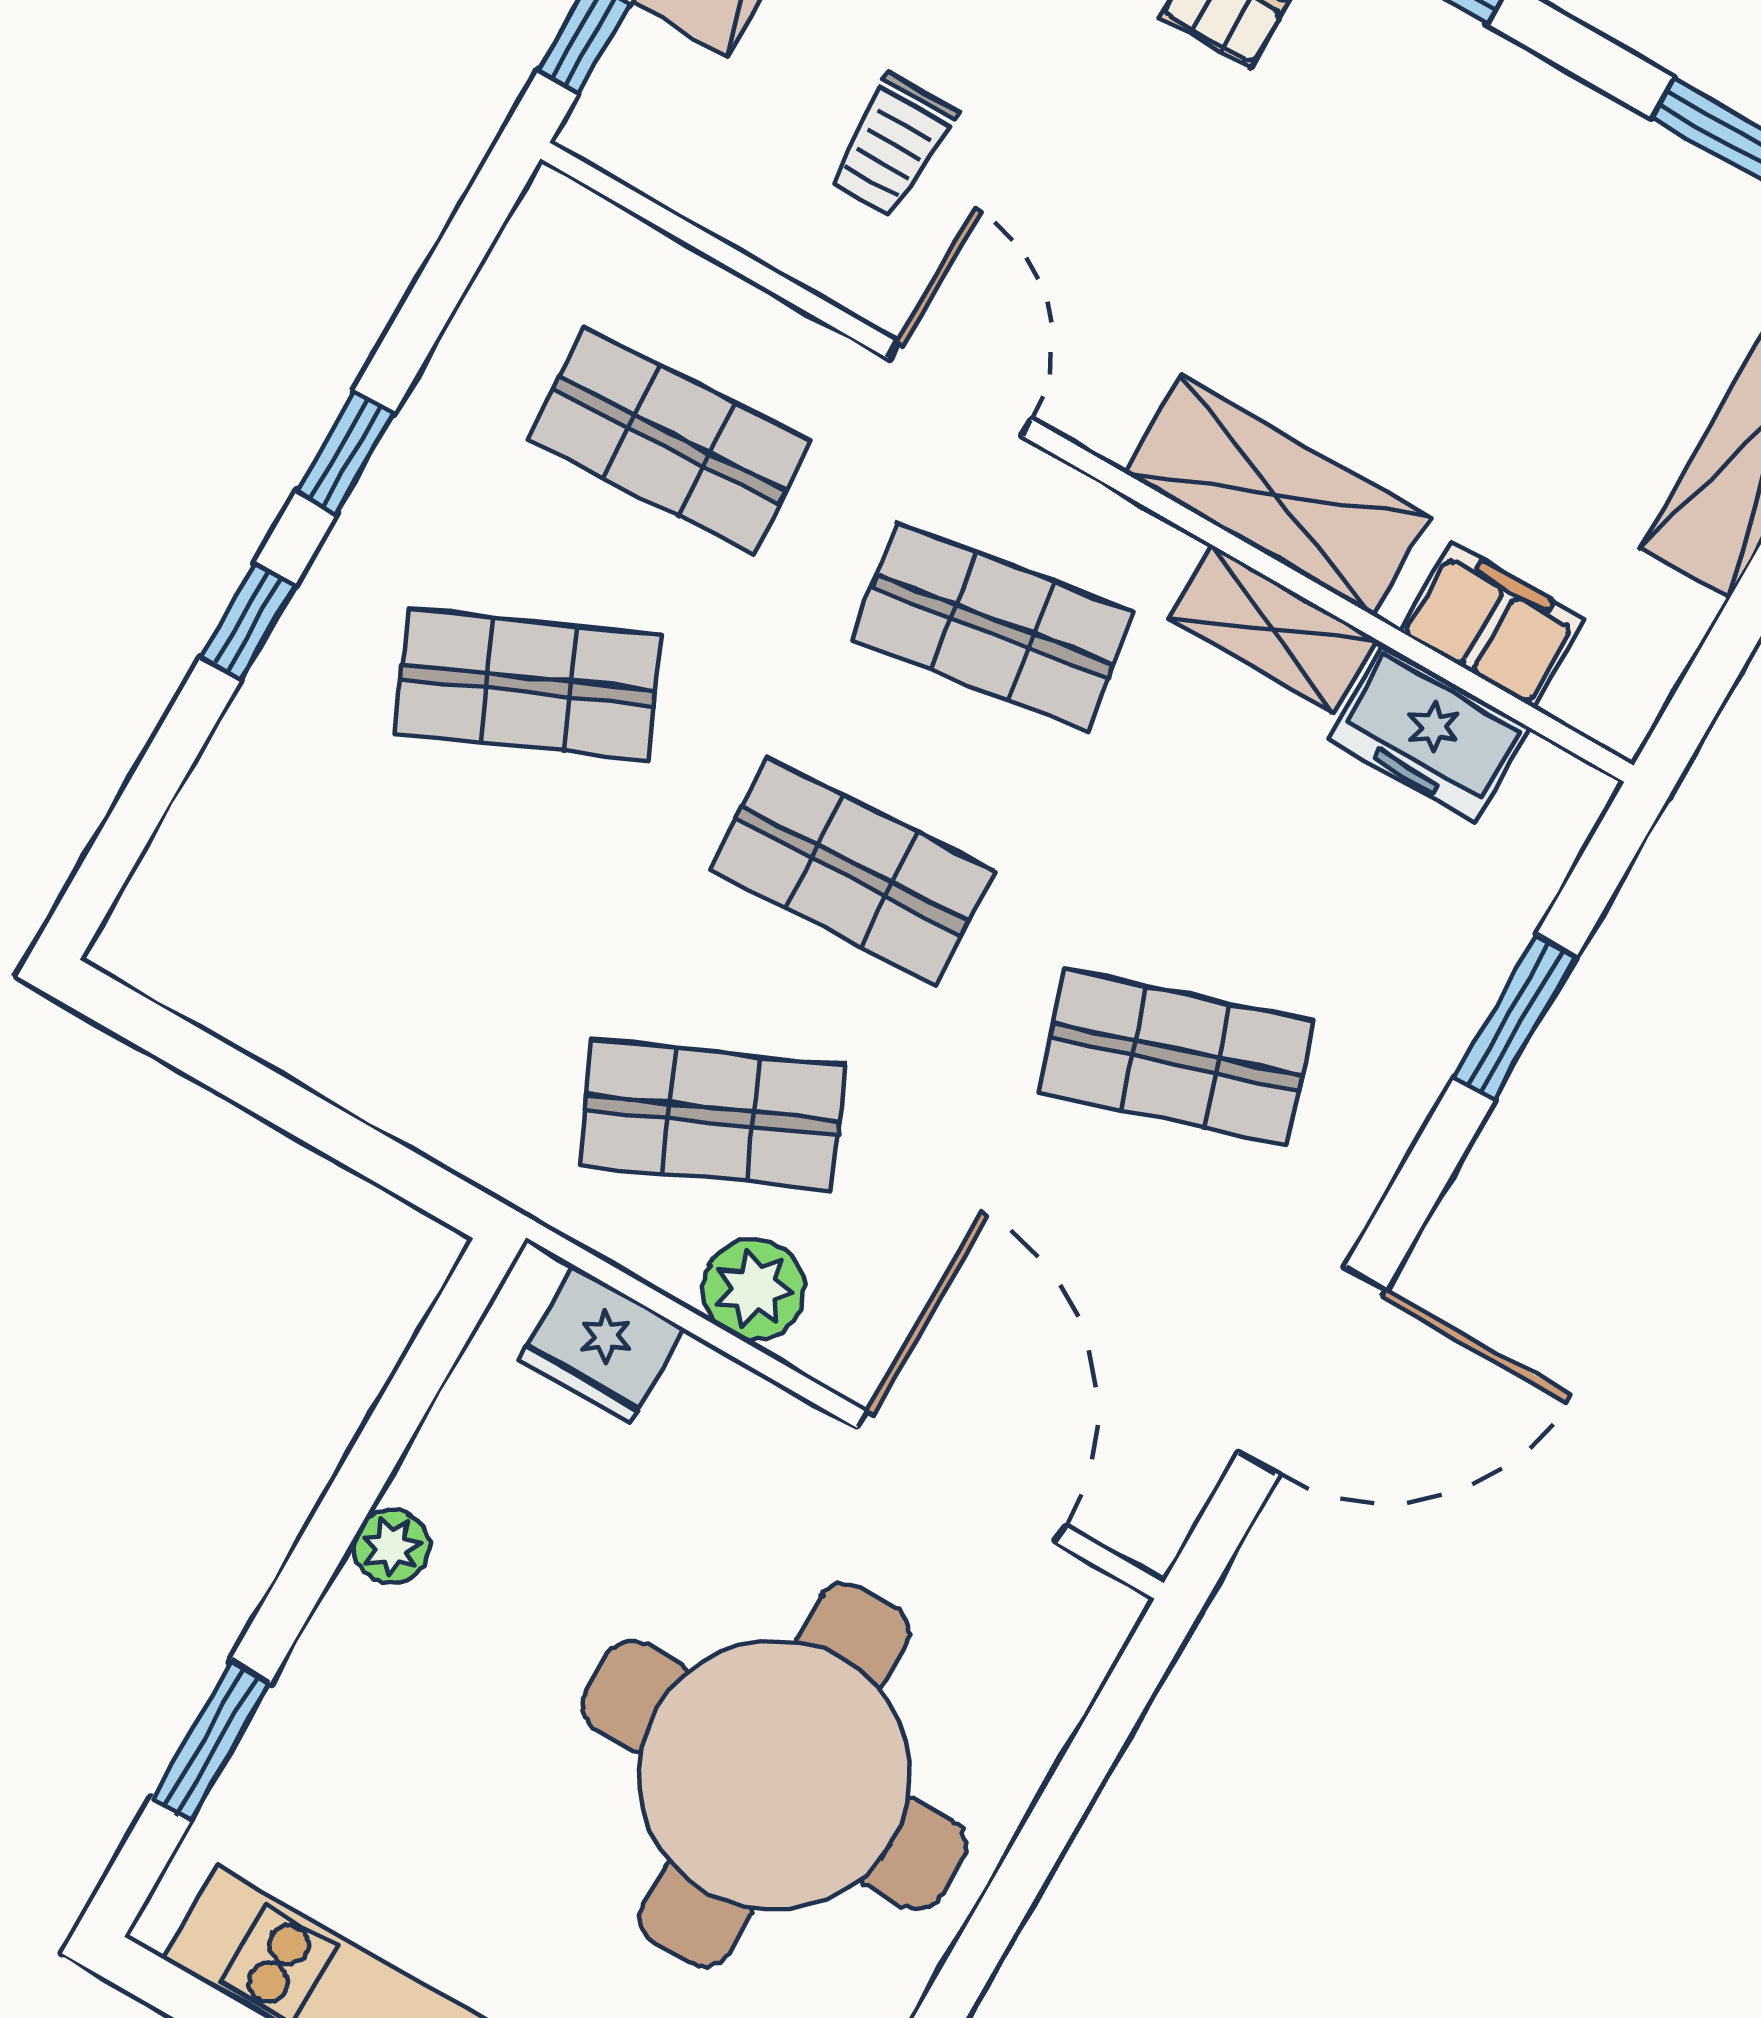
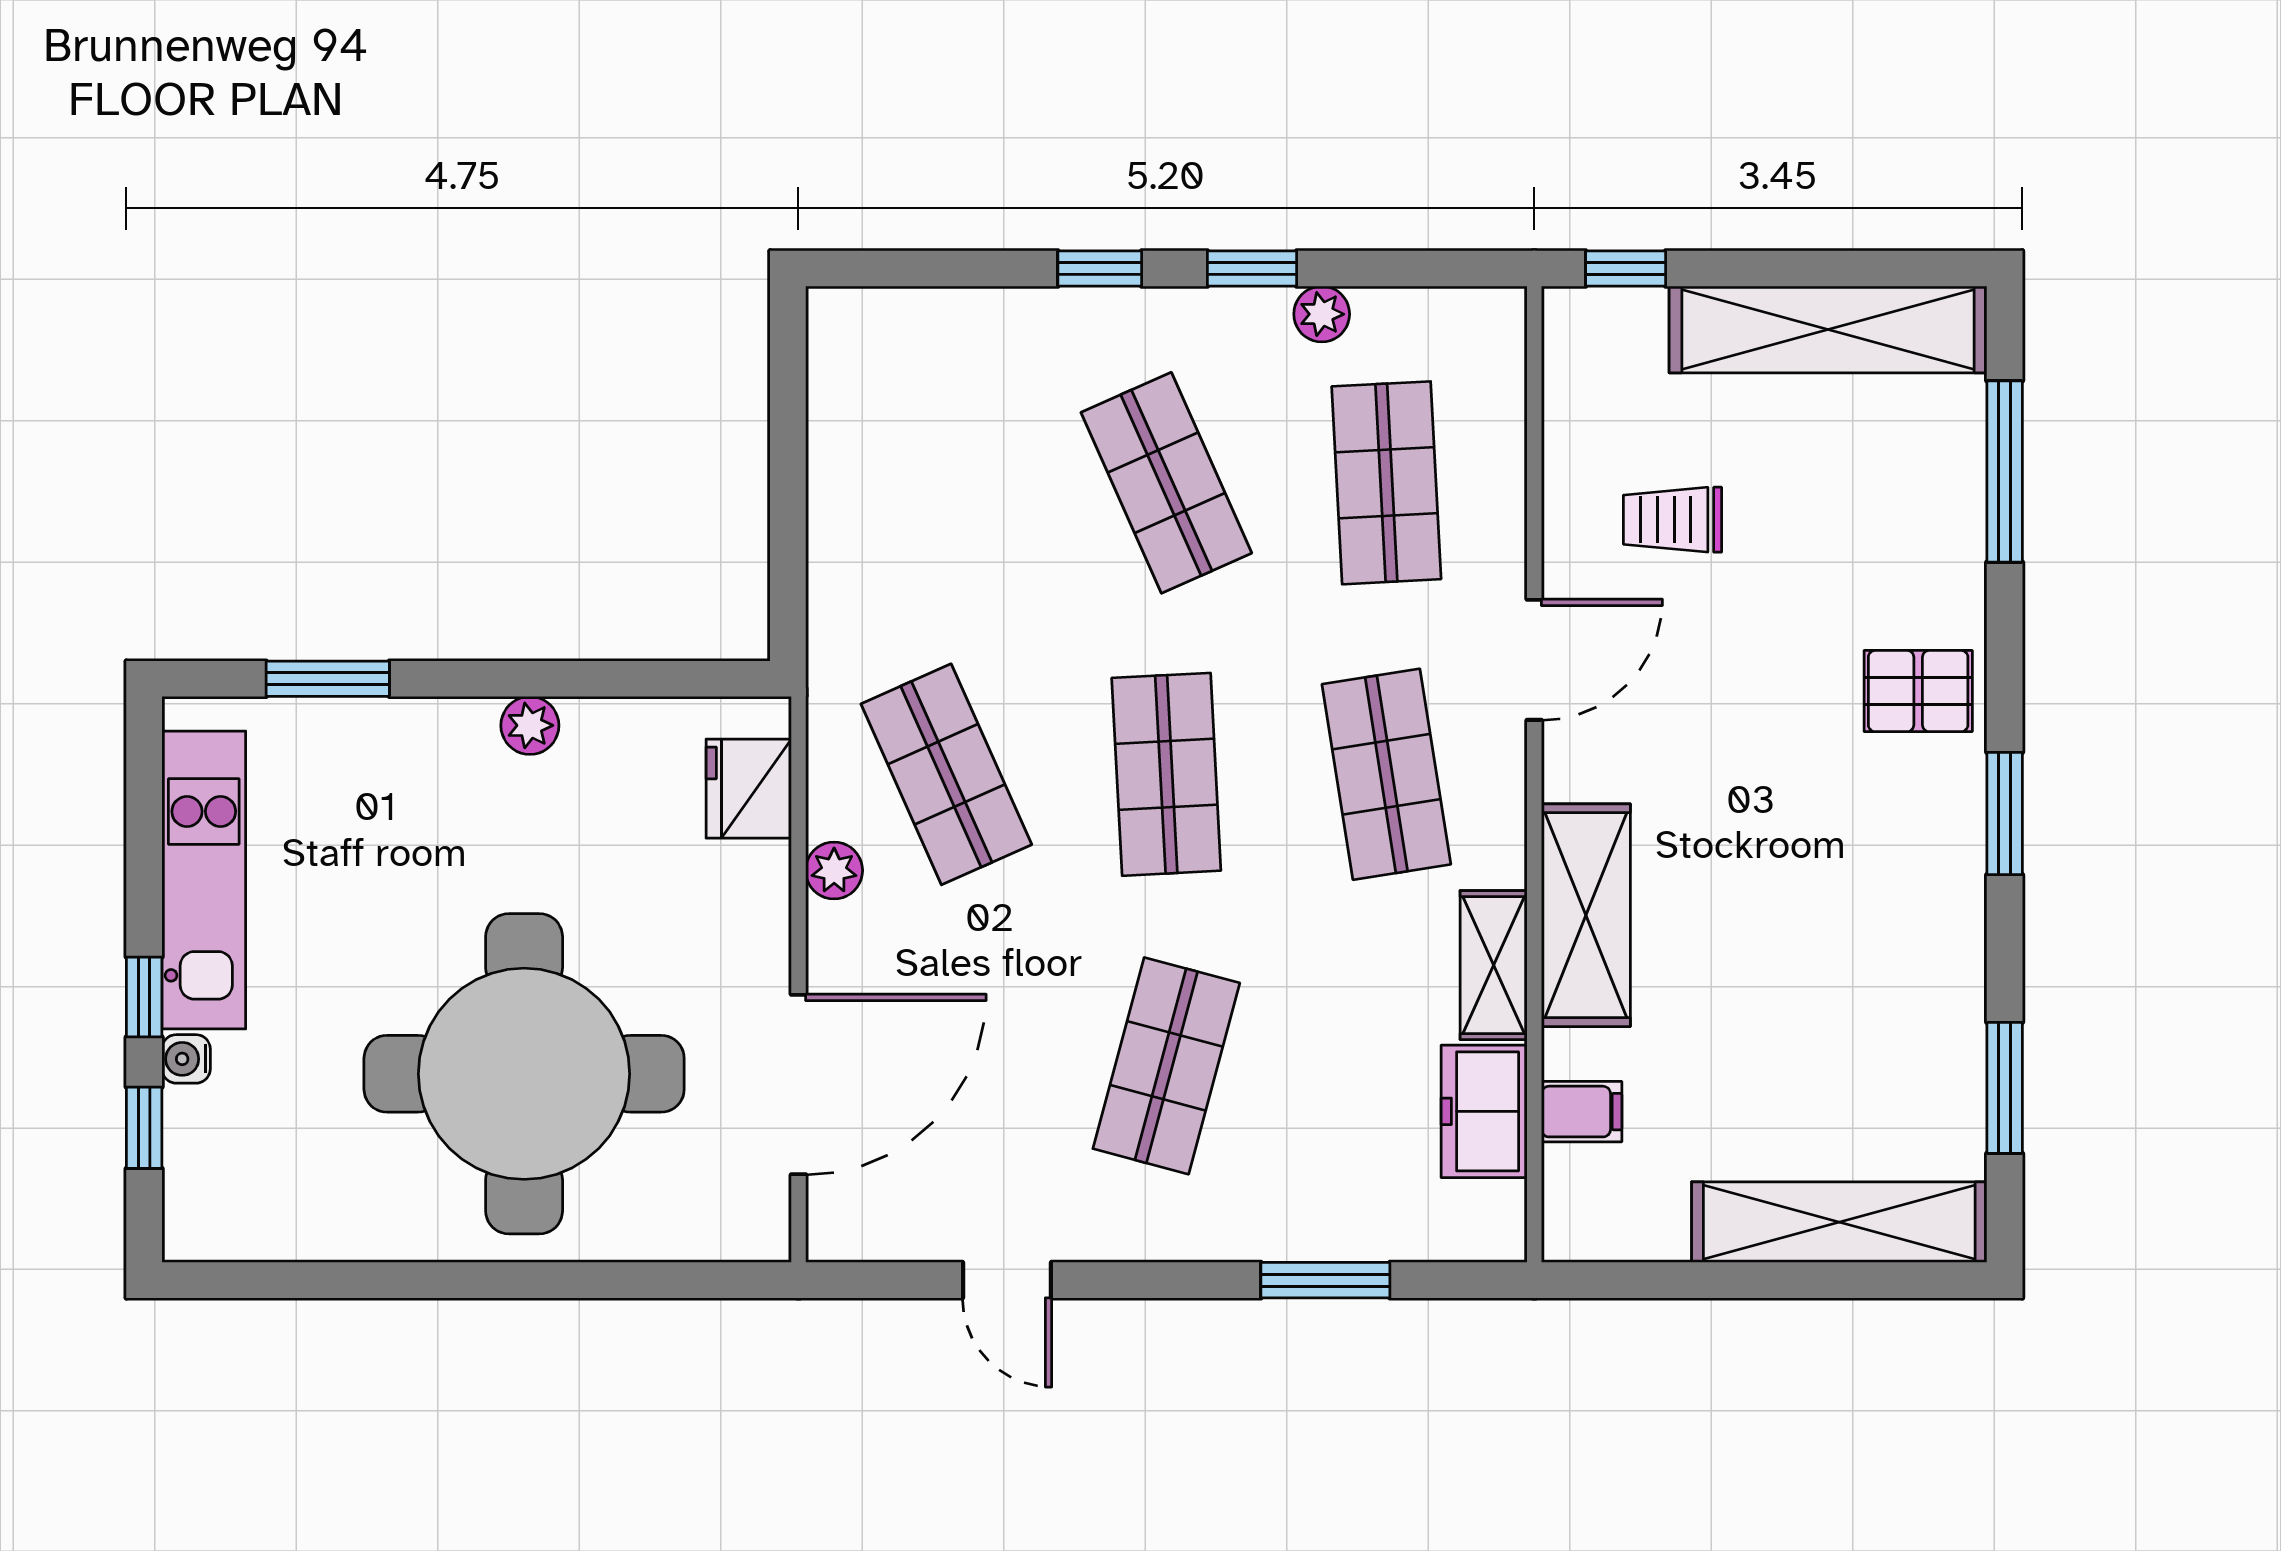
plant: (440, 404) -> (1322, 314), added
filing cabinet: (1492, 625) -> (1582, 1112), width x0.50
shop shelf: (1176, 1057) -> (1166, 1066), turned 33
plant: (753, 1289) -> (834, 870), width x0.73, depth x0.73
door: (1312, 1371) -> (1007, 1280), width x0.53

